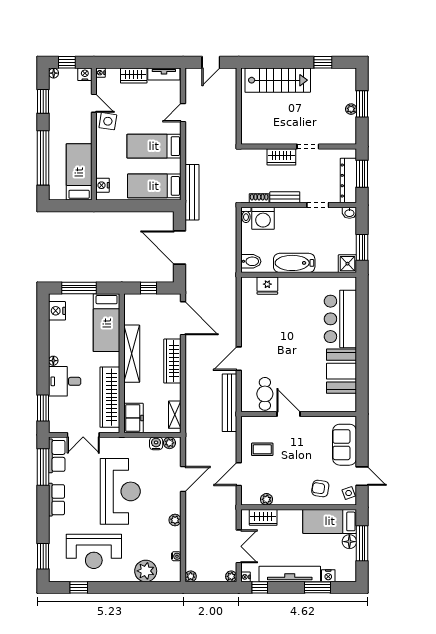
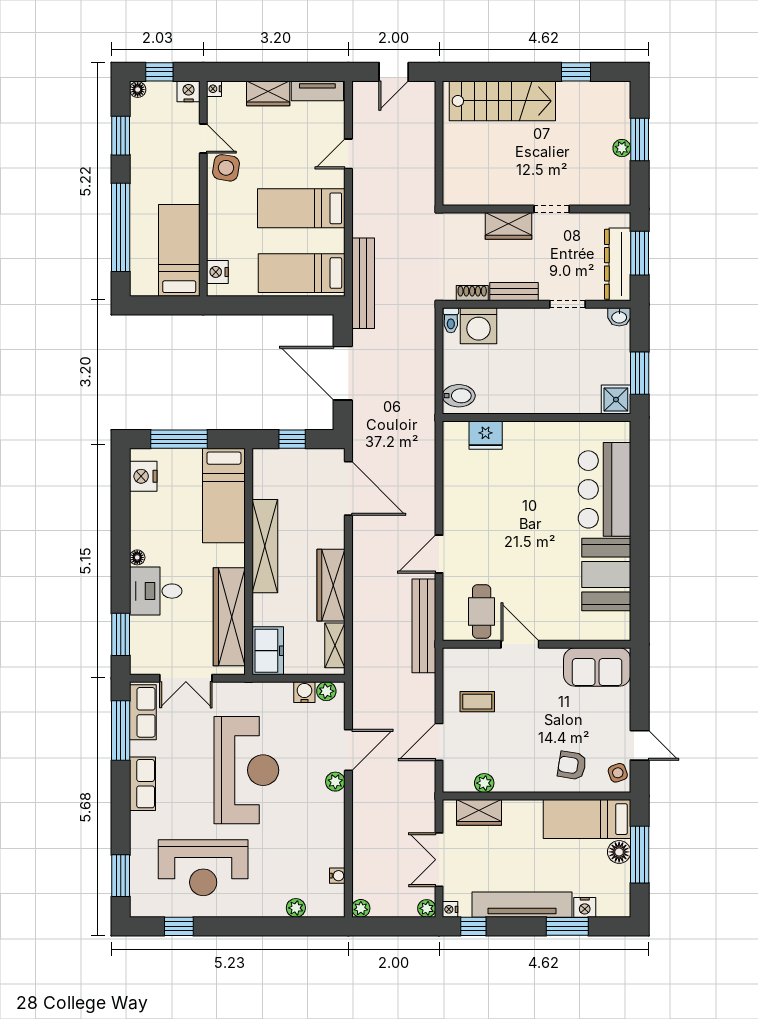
bathtub: (294, 263) -> (529, 398), removed
wardrobe: (172, 361) -> (331, 585), moved
sofa: (345, 445) -> (597, 667), moved, turned -90
plant: (175, 520) -> (335, 782), moved
double door: (239, 546) -> (439, 860), swing flipped
plant: (146, 571) -> (296, 908), width x0.53, depth x0.53

